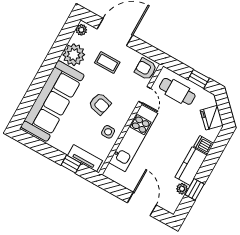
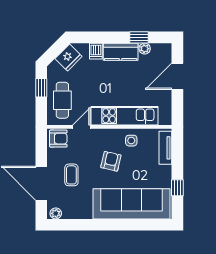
plant: (74, 55) -> (81, 208), removed
armchair: (146, 69) -> (58, 139), turned -90
window: (71, 164) -> (177, 188), moved

